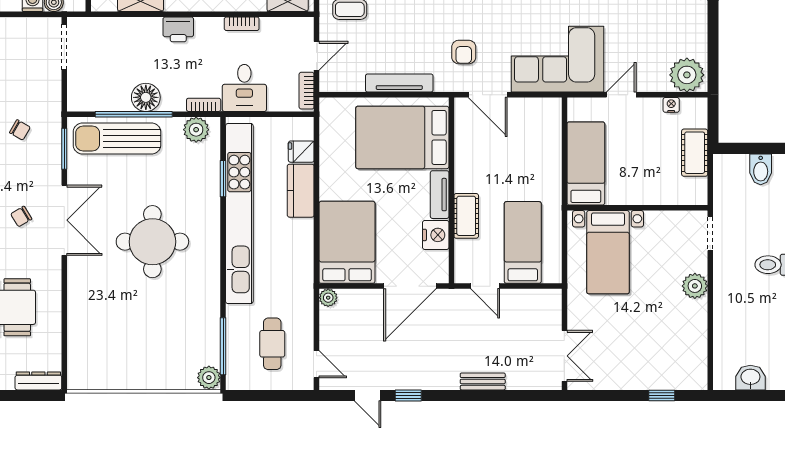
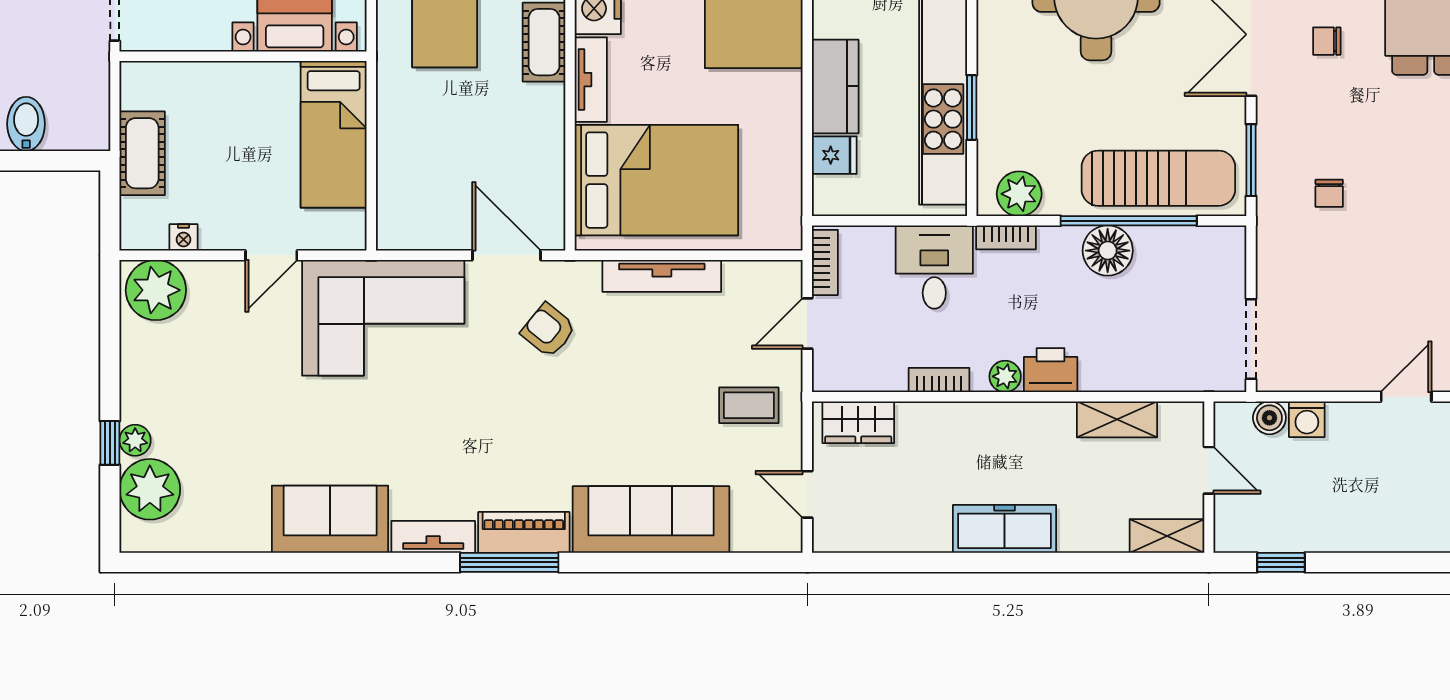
plant: (204, 26) -> (1005, 376), added
armchair: (464, 52) -> (548, 330), turned -51
chair: (20, 130) -> (1329, 193), turned -120
chair: (21, 216) -> (1327, 41), turned -149

